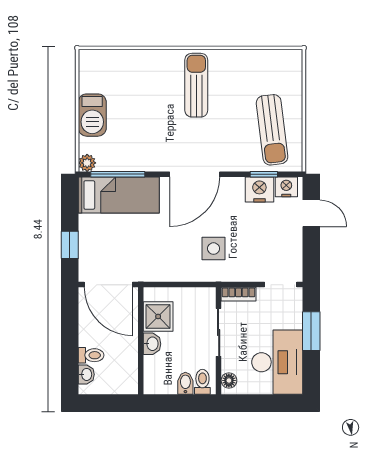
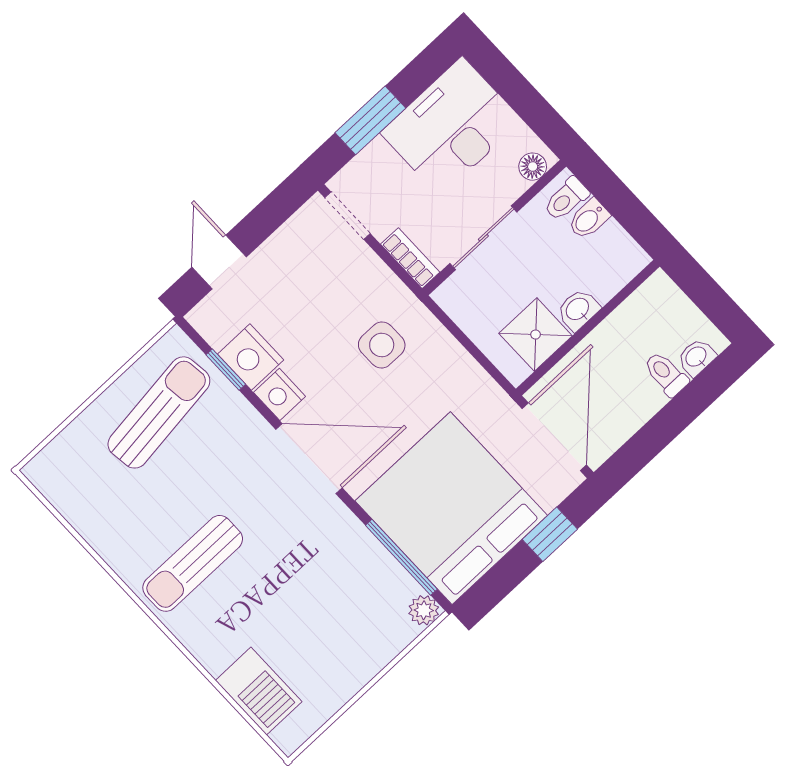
barbecue: (92, 115) -> (259, 691), moved, turned 90
nightstand: (286, 187) -> (280, 394), moved
bed: (119, 195) -> (451, 508), width x2.04

